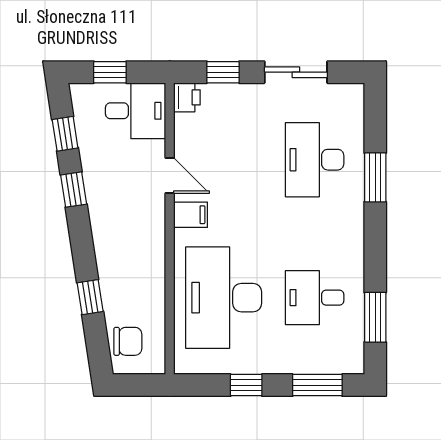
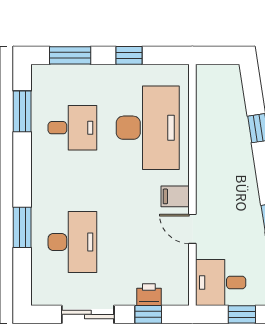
printer: (187, 97) -> (149, 295), moved, turned 90
chair: (128, 341) -> (227, 92), removed

